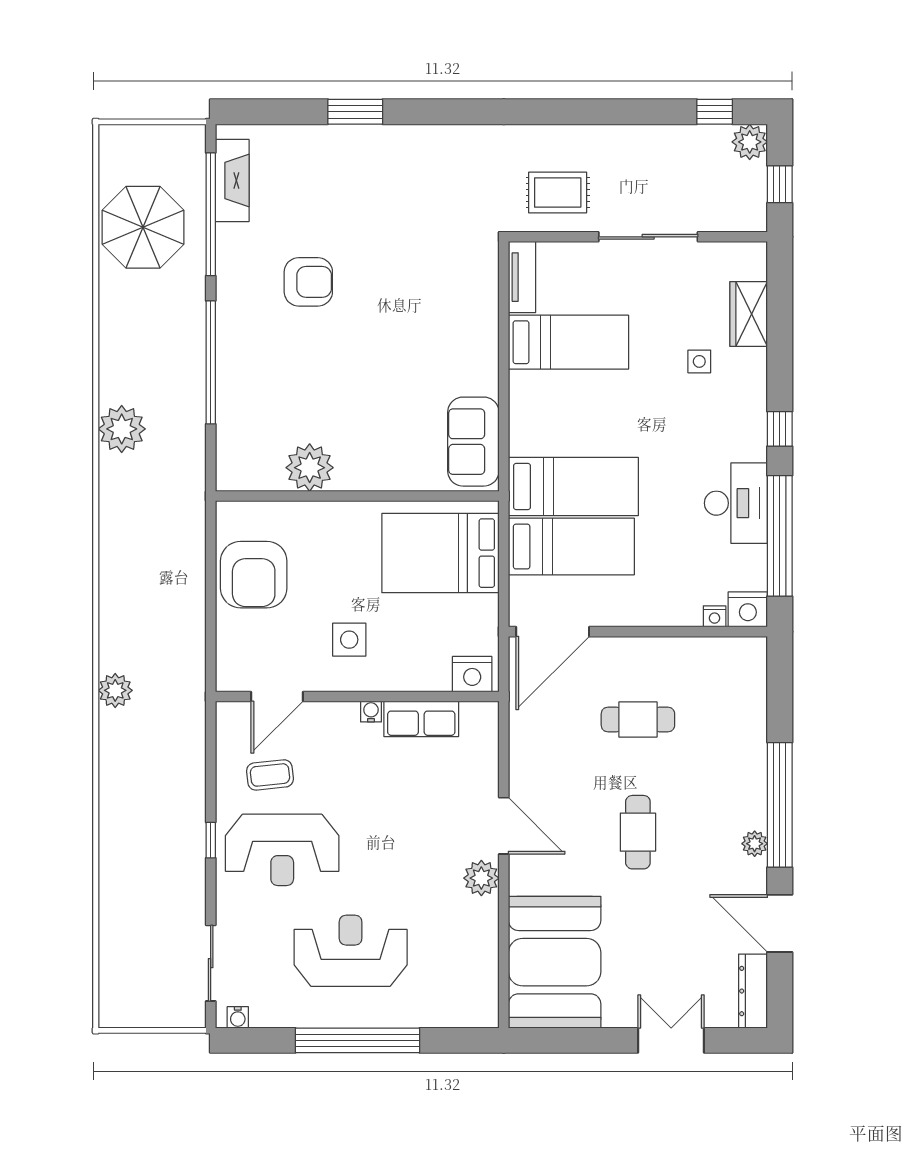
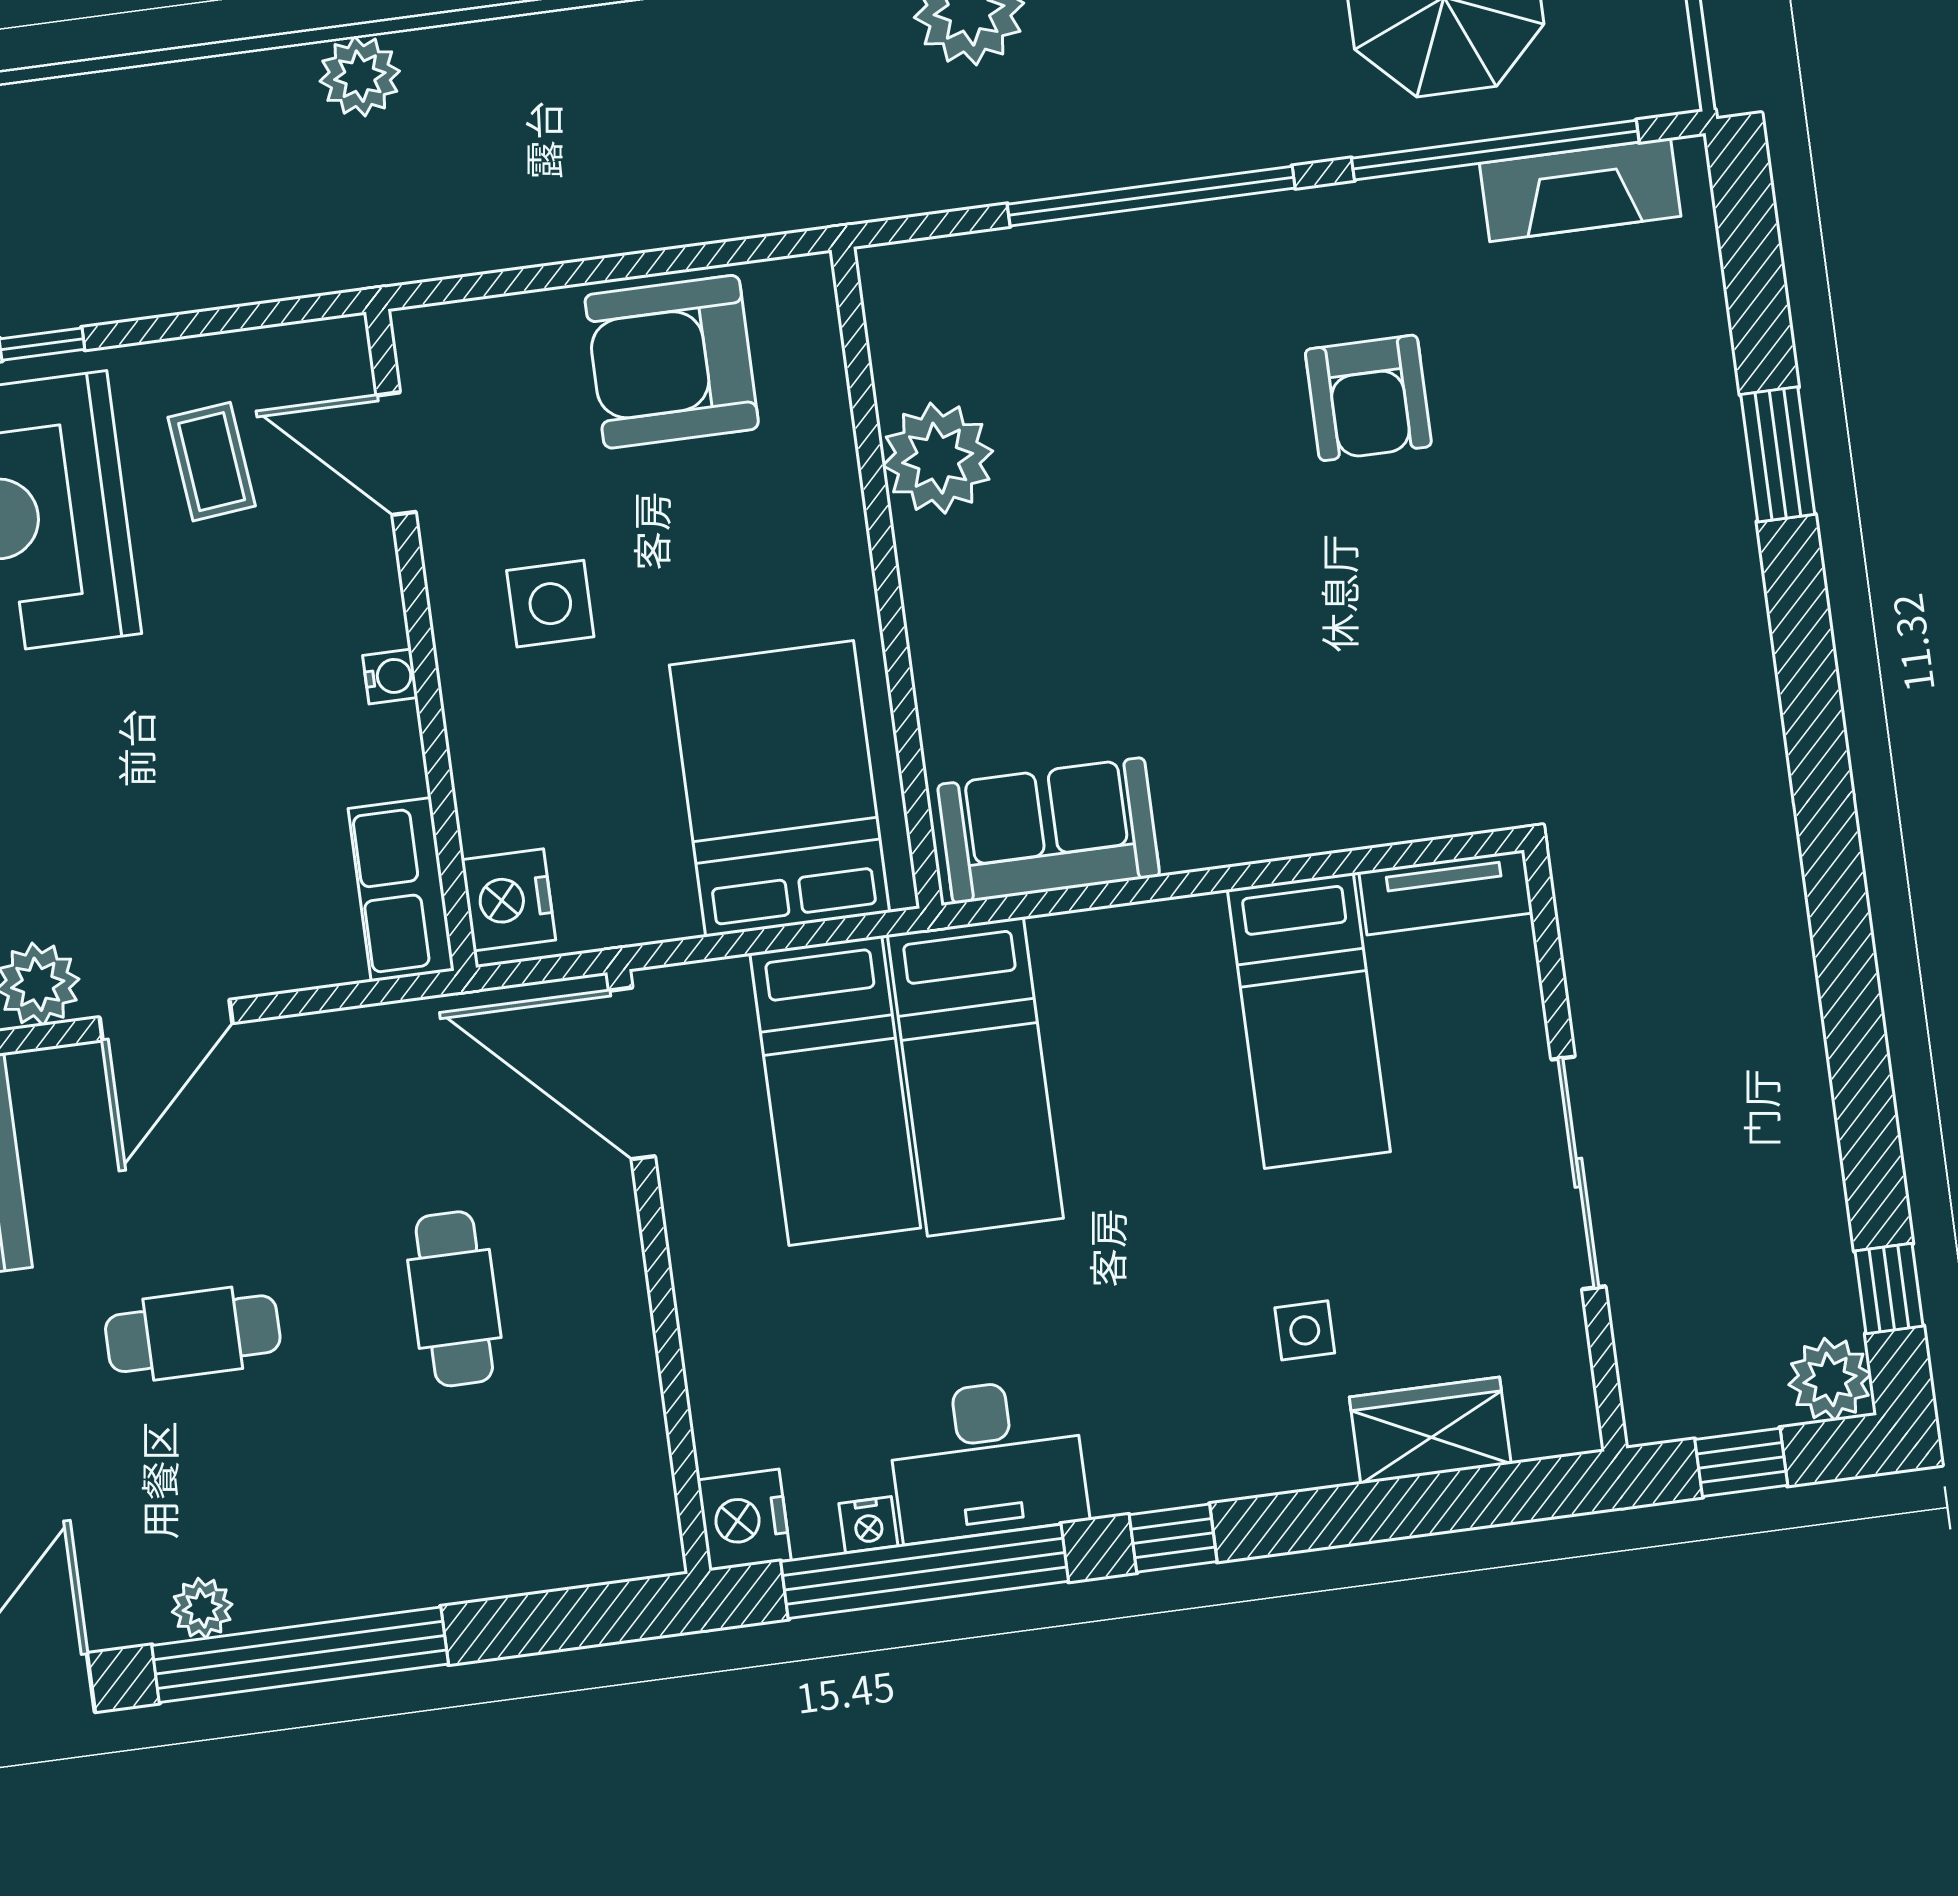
rug: (558, 193) -> (1653, 949), removed
nightstand: (715, 616) -> (868, 1525), moved, turned -90
row of seats: (421, 719) -> (401, 890), moved

